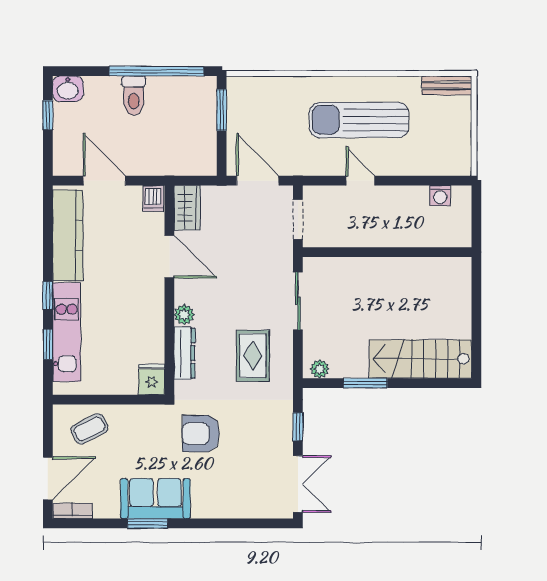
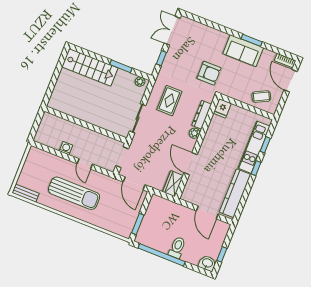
washing machine: (440, 196) -> (66, 148), moved
dishwasher: (153, 198) -> (187, 195), removed
door: (48, 478) -> (291, 81), hinge flipped

